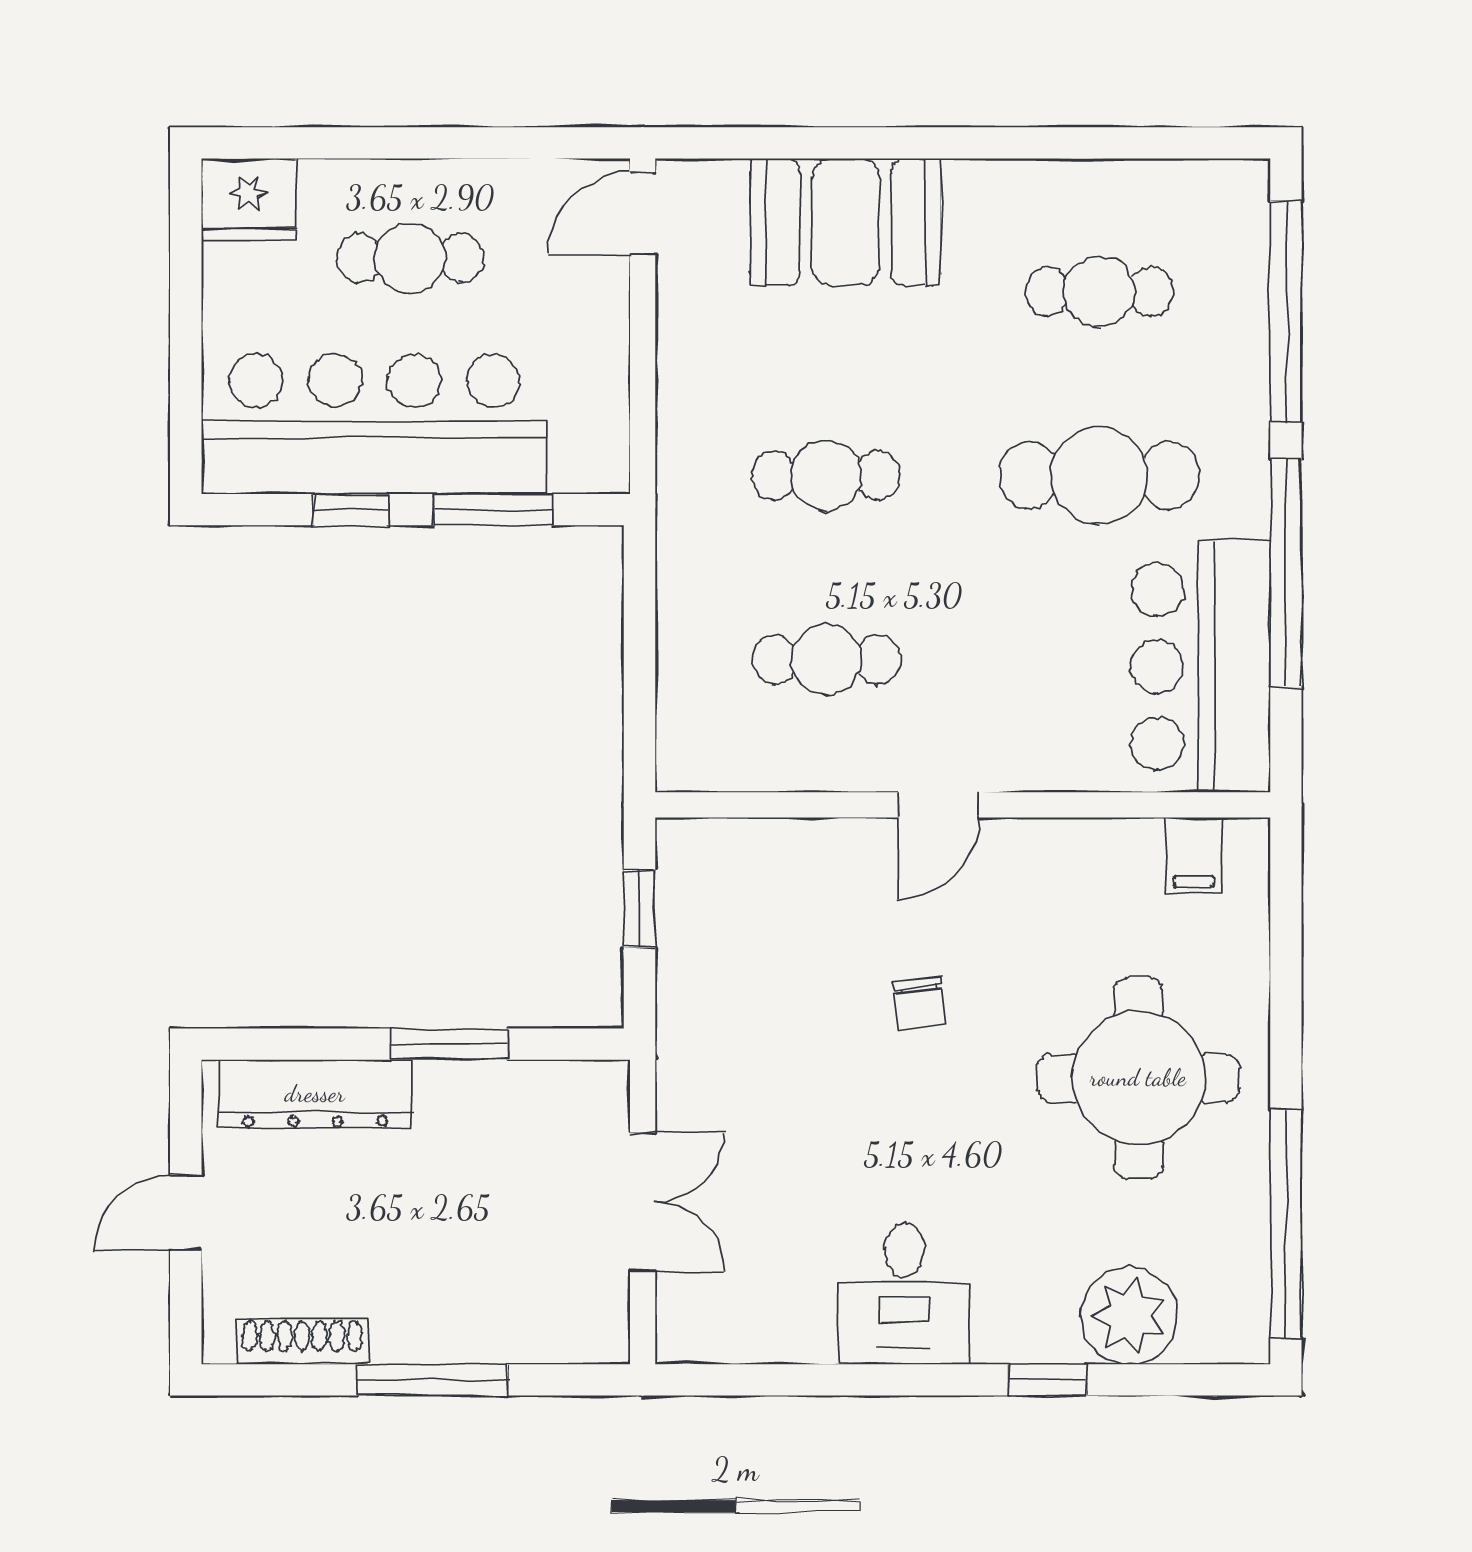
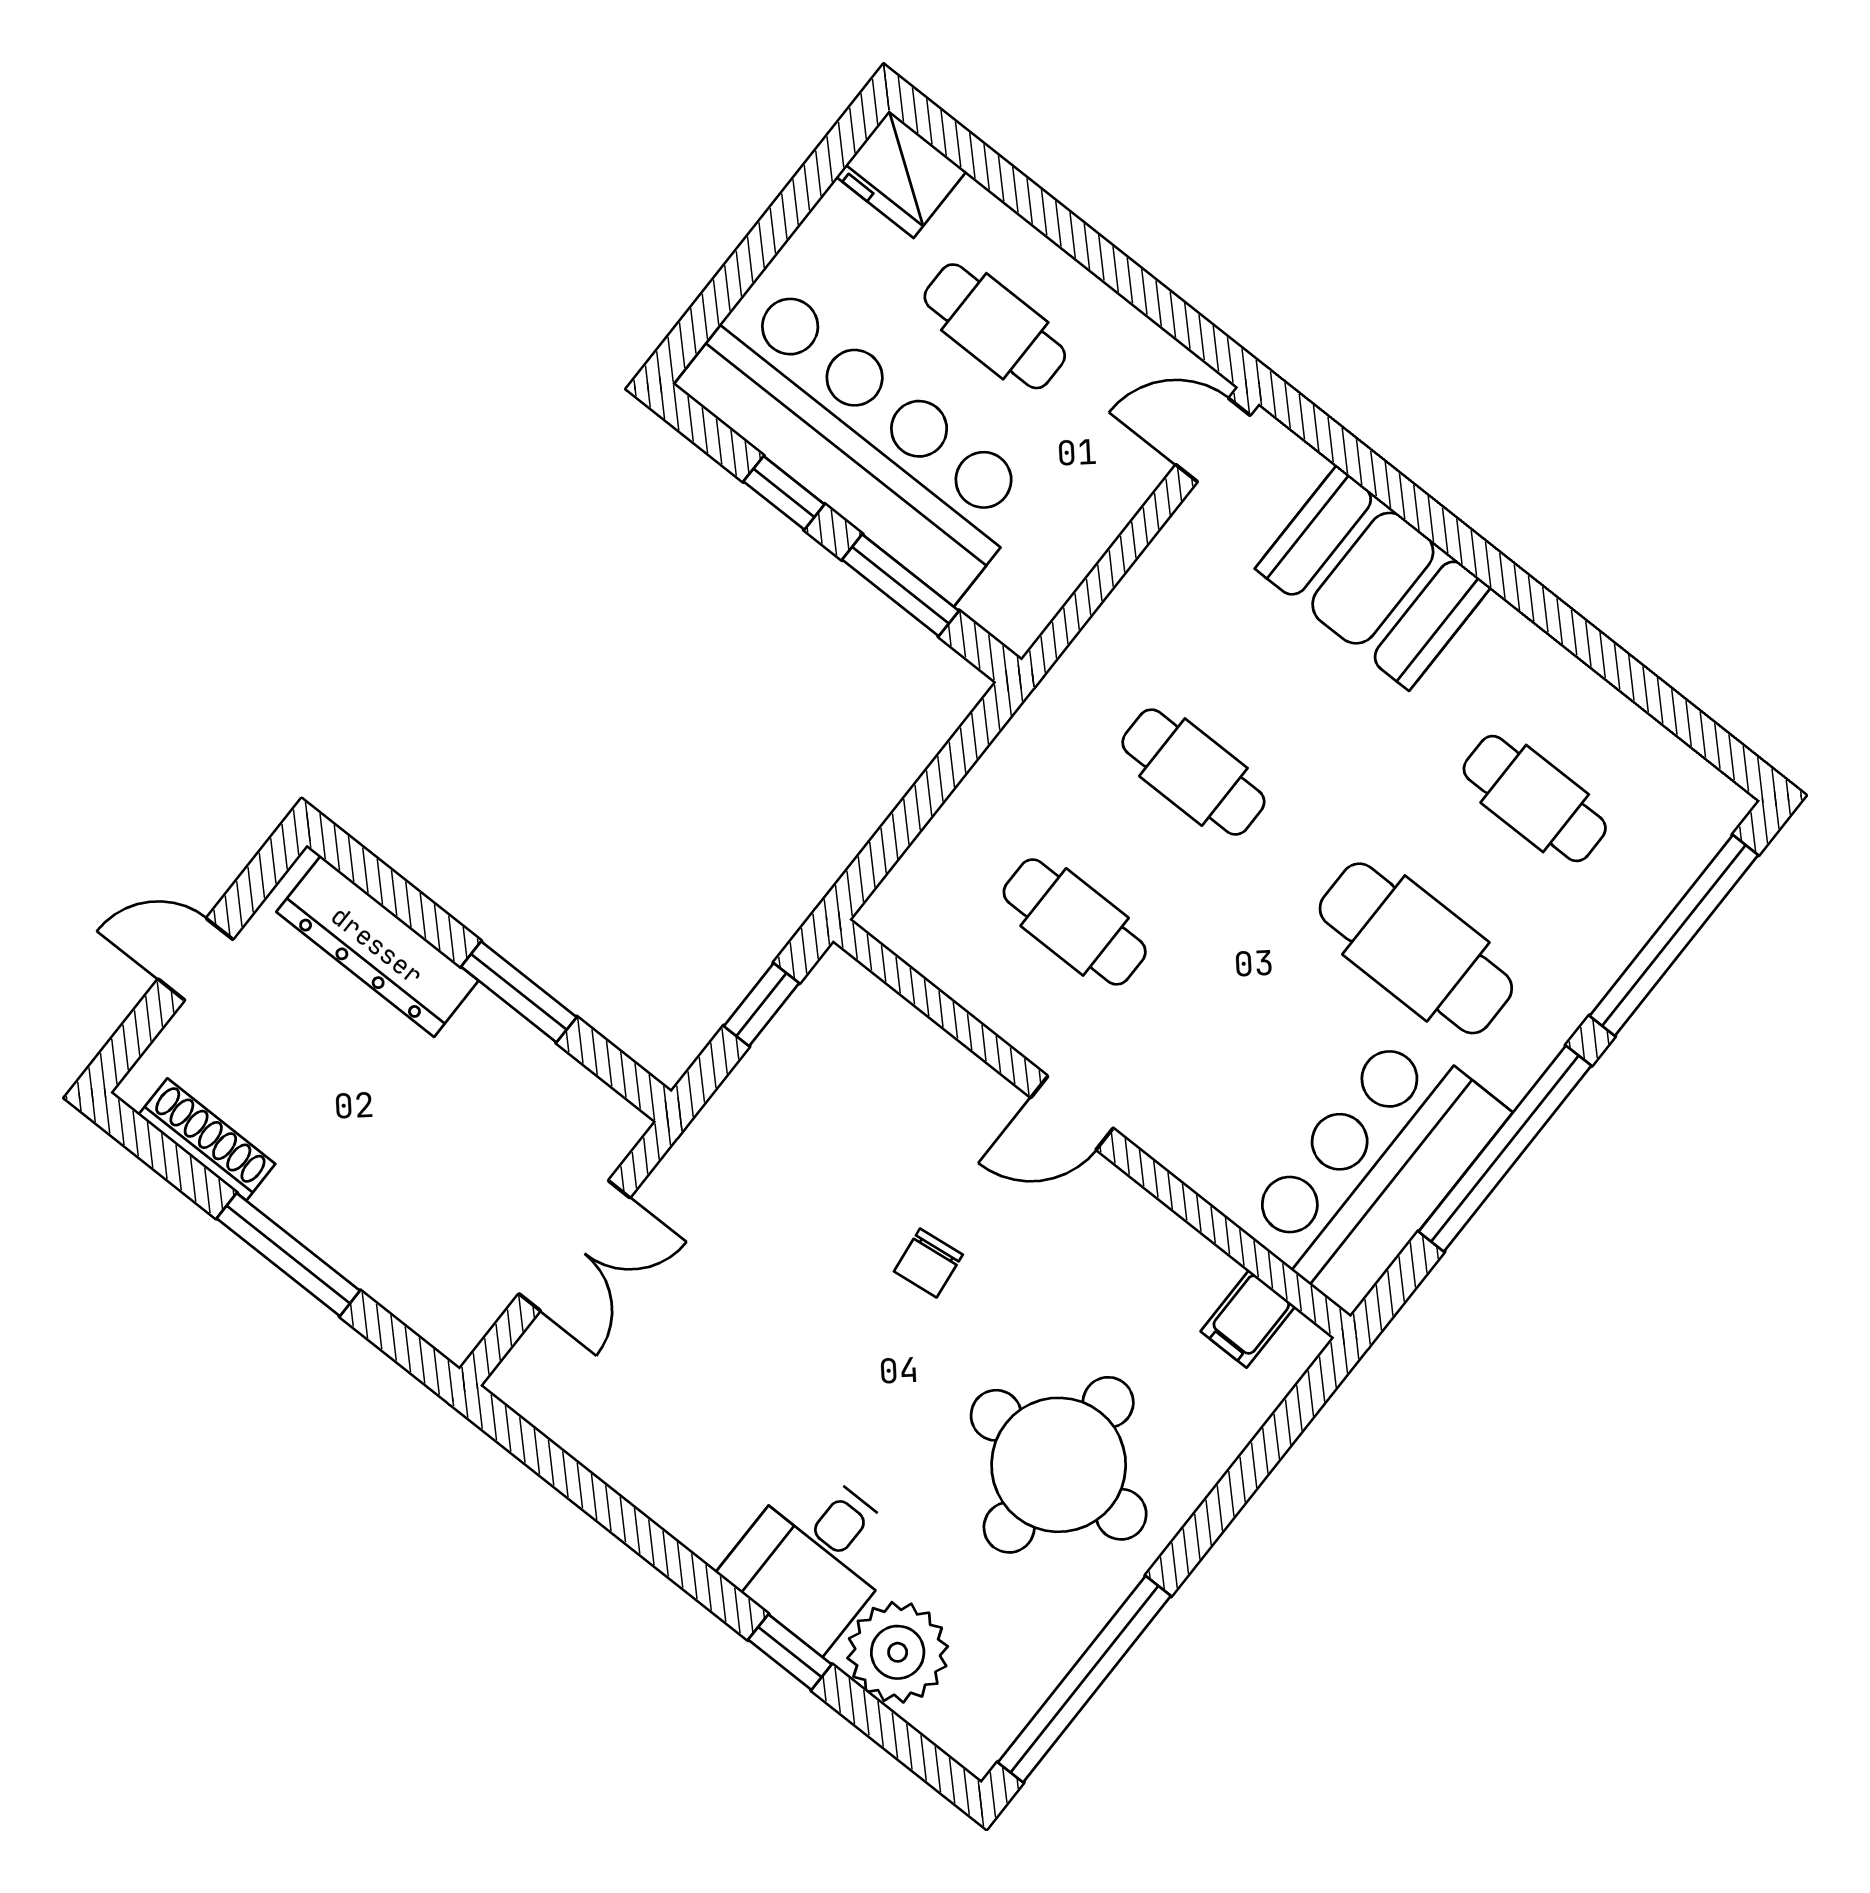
desk: (904, 1293) -> (815, 1557), moved

